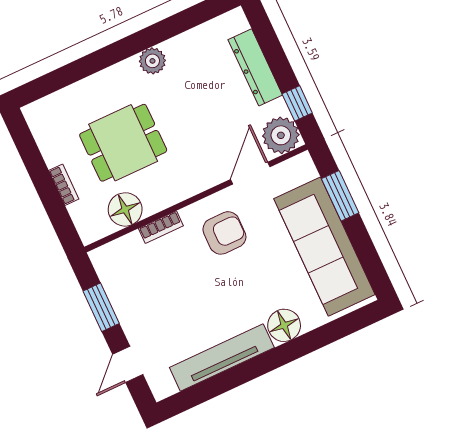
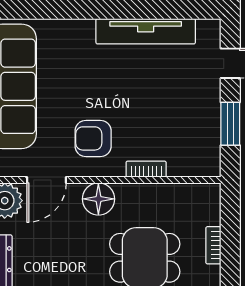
floor lamp: (125, 209) -> (98, 199), moved
floor lamp: (284, 325) -> (79, 34), removed

